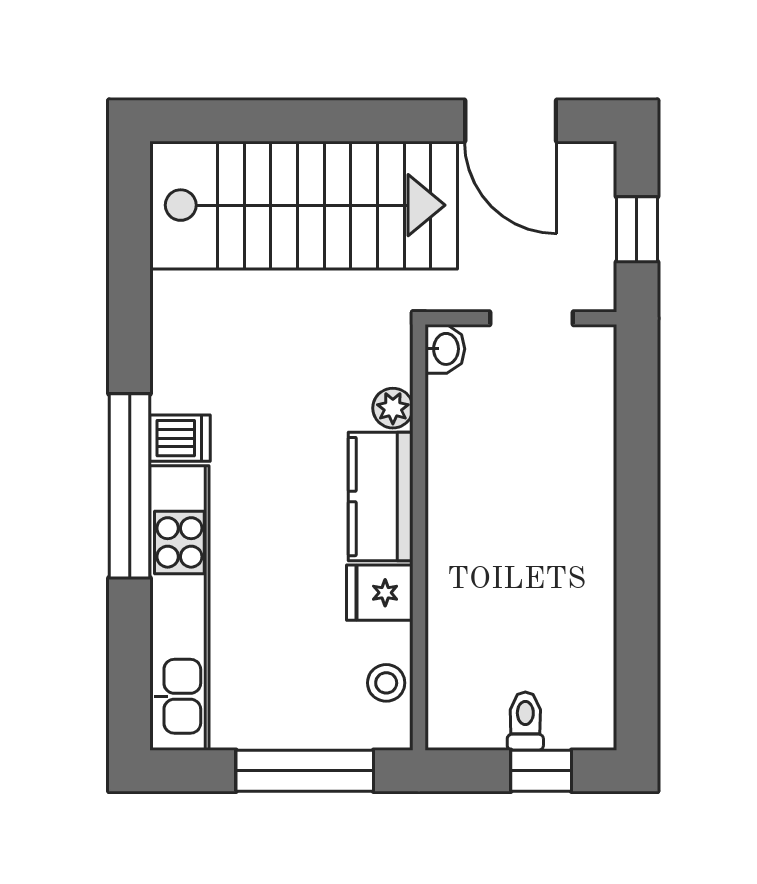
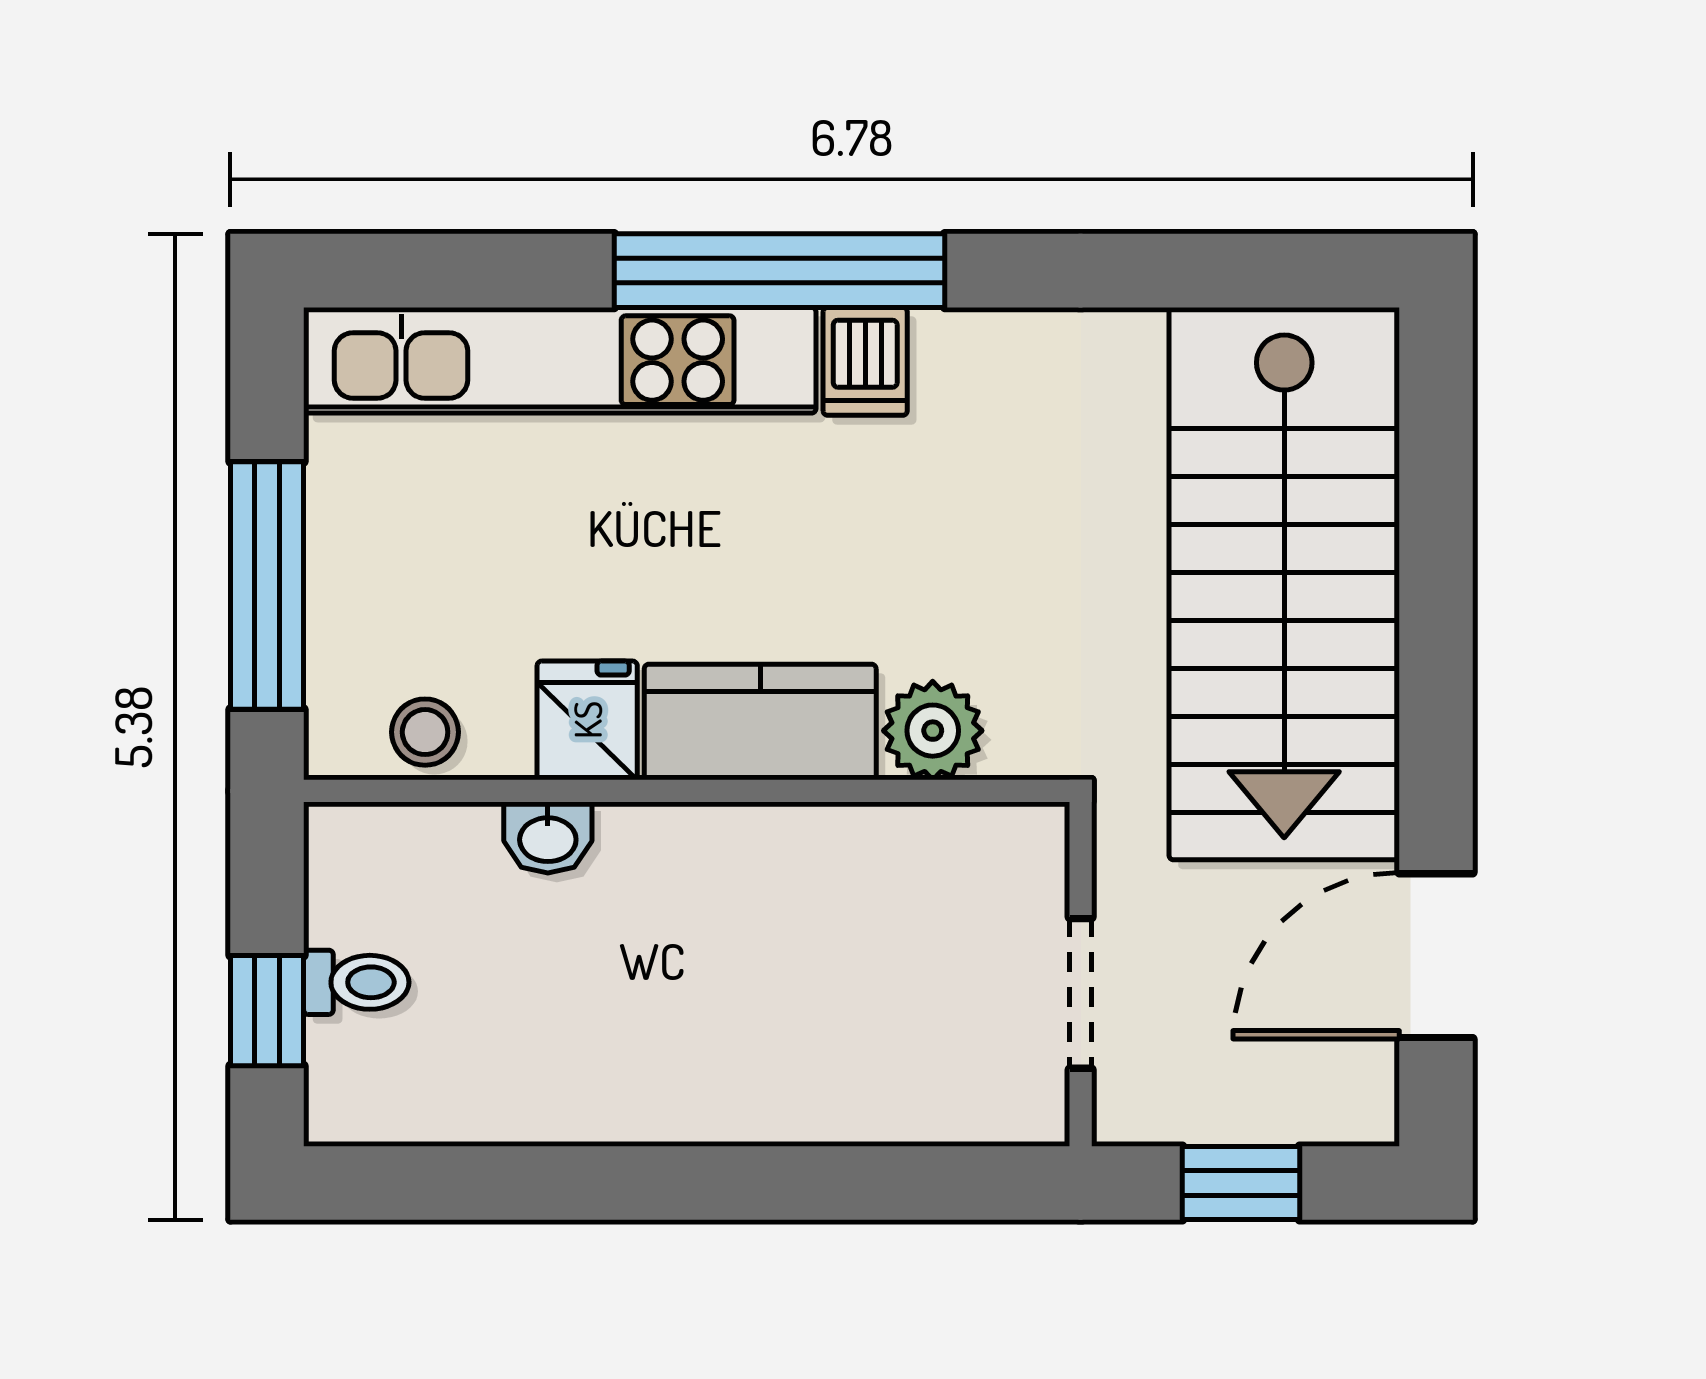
washbasin: (445, 349) -> (548, 838), moved
plant: (393, 408) -> (933, 731), width x1.38, depth x1.38

